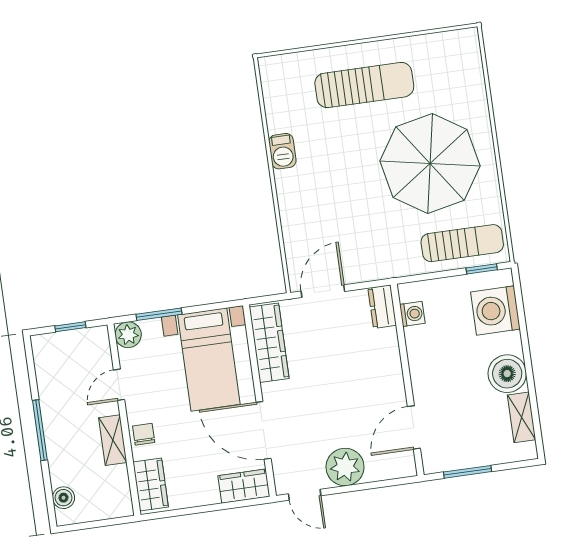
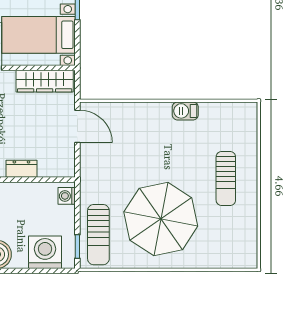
sun lounger: (364, 85) -> (226, 179), width x0.73, depth x0.75
dresser: (382, 307) -> (21, 169), moved
washing machine: (412, 314) -> (67, 196), moved, turned 90

